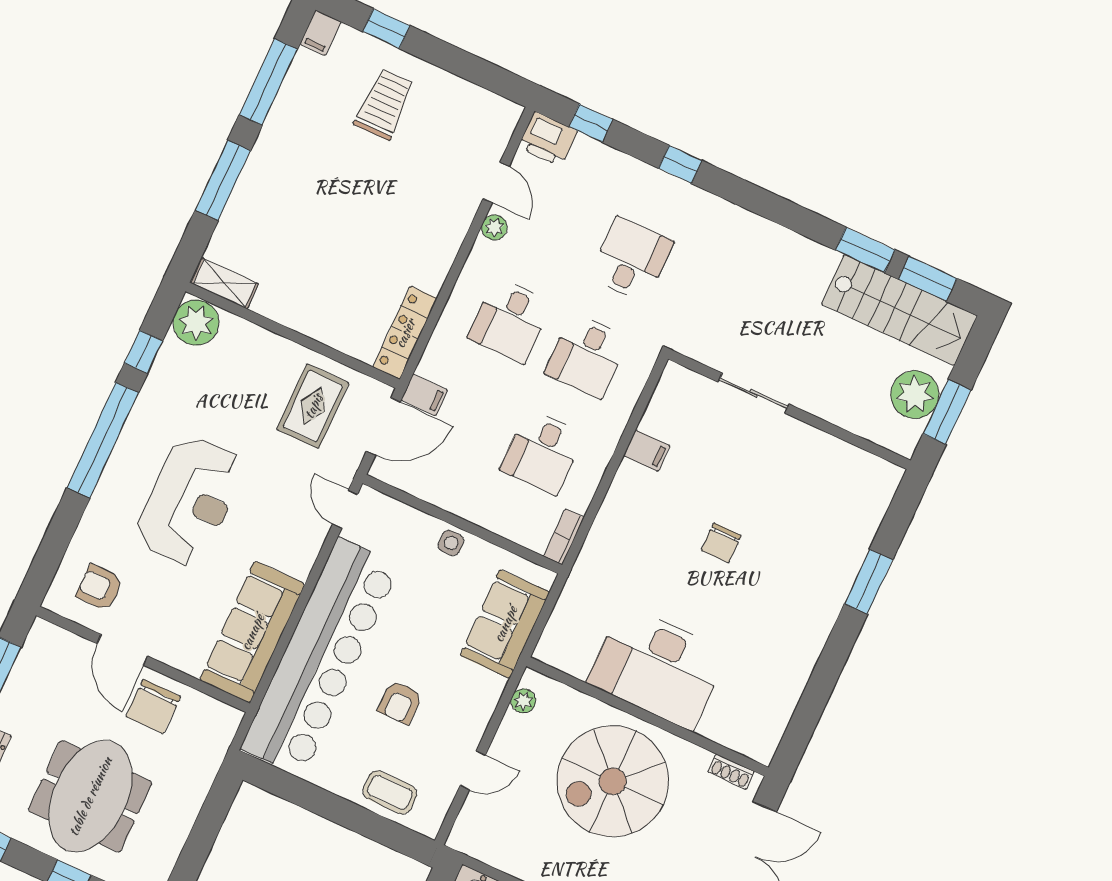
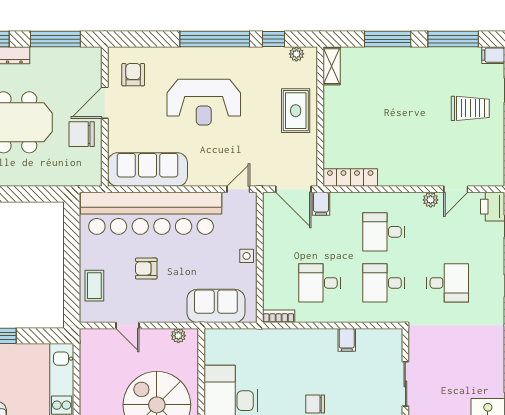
plant: (196, 323) -> (296, 54), width x0.53, depth x0.53
rug: (313, 406) -> (296, 111), moved, turned 90

